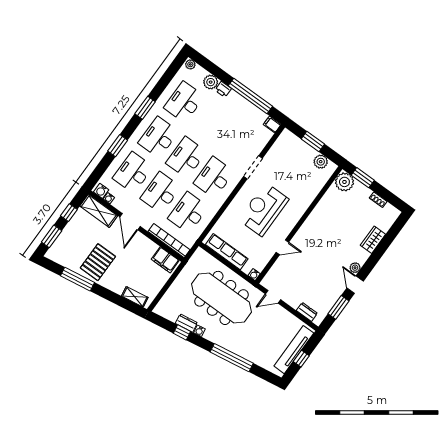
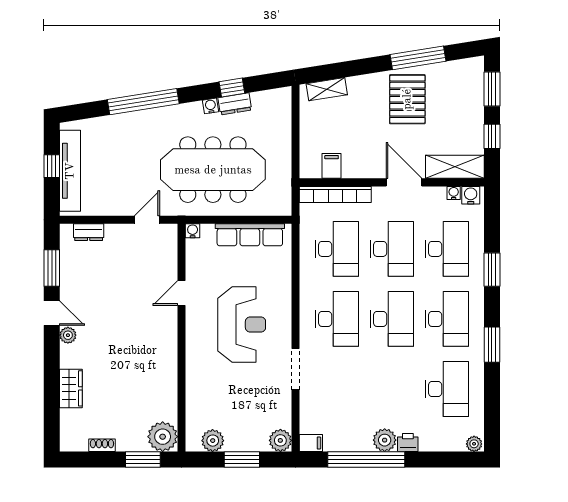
plant: (211, 82) -> (385, 440), moved
plant: (287, 137) -> (280, 440), added
filing cabinet: (165, 260) -> (332, 166), width x0.50

